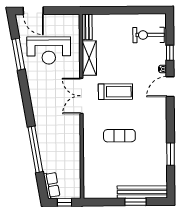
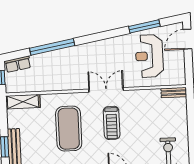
shelving: (89, 58) -> (23, 102), moved
exercise mat: (119, 136) -> (69, 129), width x2.00, depth x1.45

